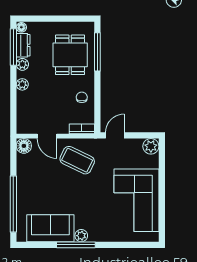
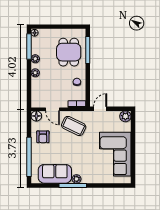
dresser: (23, 45) -> (36, 45), removed
armchair: (33, 175) -> (43, 137), added

